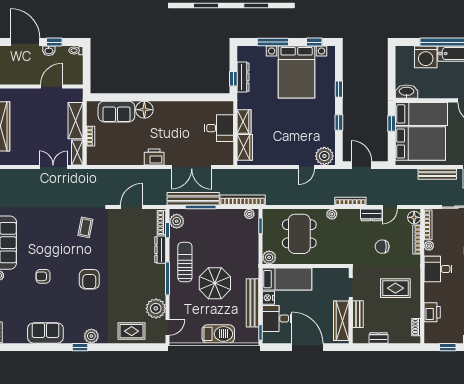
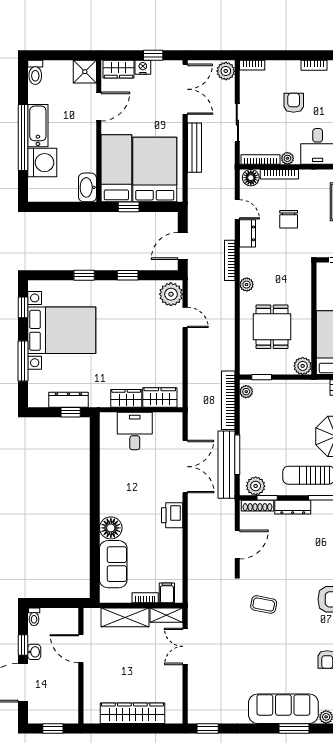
filing cabinet: (94, 153) -> (167, 593), added
door: (132, 207) -> (237, 545), swing flipped
dining table: (299, 234) -> (272, 327), width x0.73

